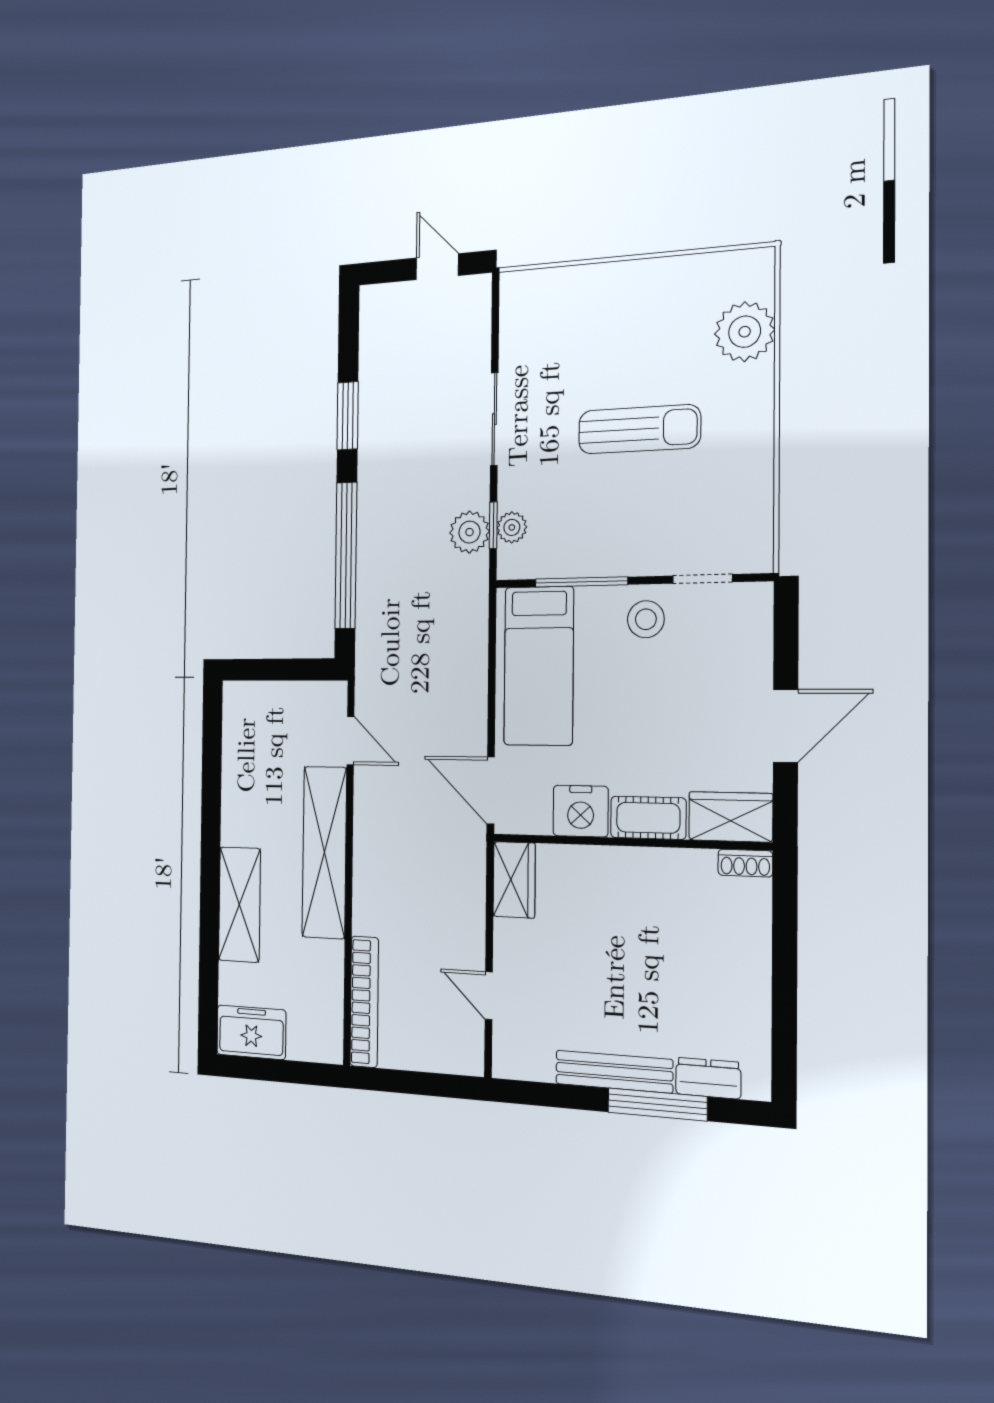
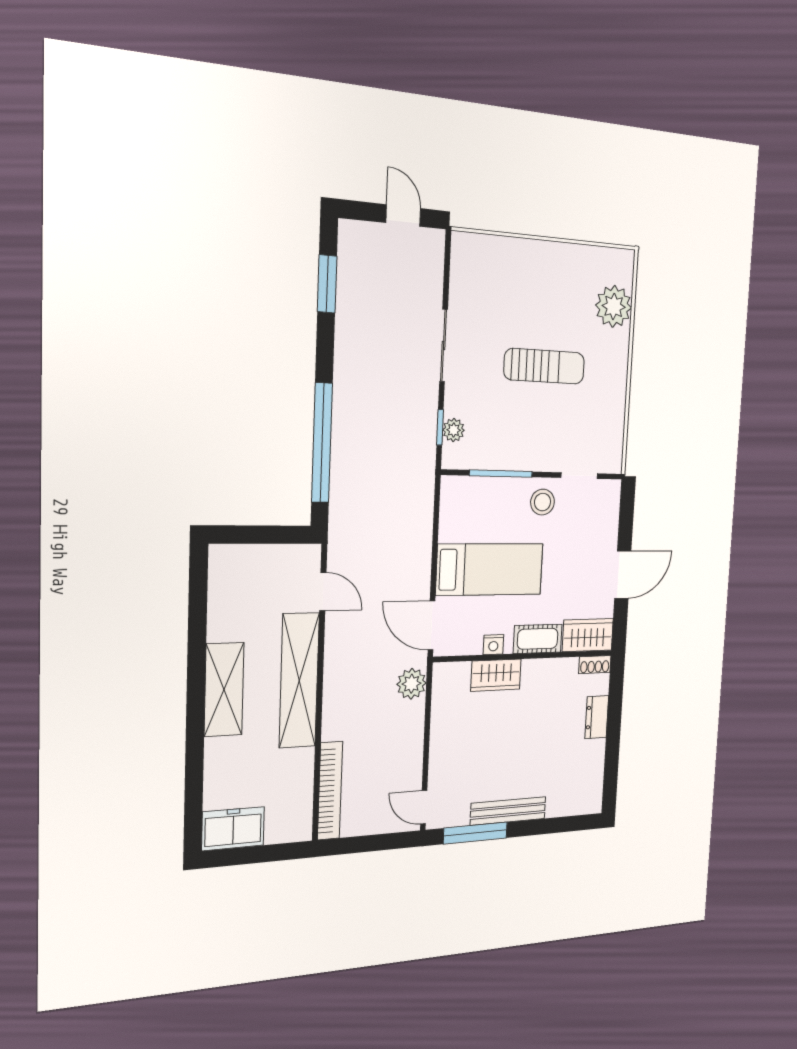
window: (348, 416) -> (327, 284), moved
plant: (470, 532) -> (412, 684), moved
bed: (539, 666) -> (490, 569), moved, turned -90
nightstand: (581, 811) -> (493, 645), width x0.53, depth x0.56
wardrobe: (514, 880) -> (496, 675), moved, turned 90
shelving: (239, 904) -> (224, 690), moved
door: (489, 996) -> (424, 807), moved
dresser: (708, 1078) -> (597, 717), moved, turned -90
window: (657, 1104) -> (475, 833), moved

